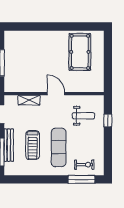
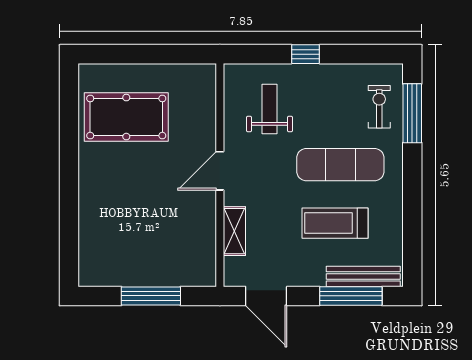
window: (108, 120) -> (306, 54), moved
bench: (9, 145) -> (363, 276), moved
treadmill: (33, 145) -> (335, 223), turned 180

